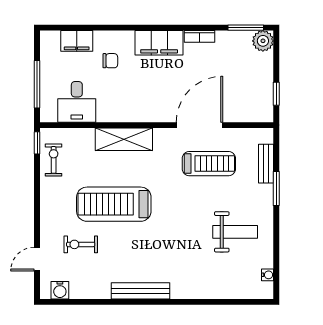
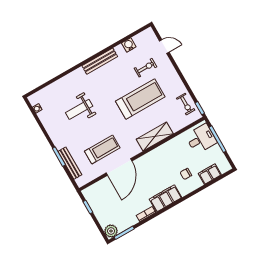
desk: (77, 102) -> (201, 139), moved, turned 90
treadmill: (209, 164) -> (102, 149), turned 180
bench: (266, 164) -> (70, 163), width x1.36
weight bench: (235, 232) -> (79, 109), moved
door: (37, 259) -> (164, 46), hinge flipped
water cooler: (60, 290) -> (129, 45), moved

